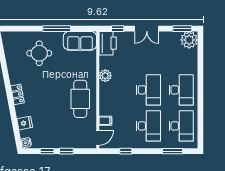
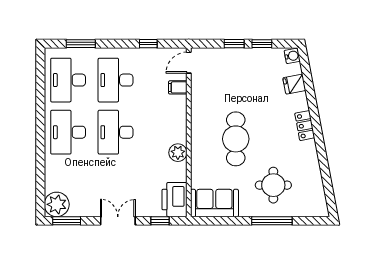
window: (57, 29) -> (272, 221), moved
cafe table: (80, 99) -> (236, 139), moved

